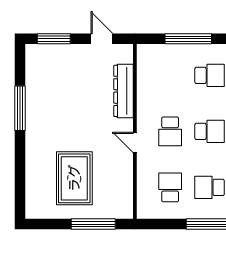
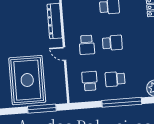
rug: (74, 178) -> (27, 80), width x1.37, depth x1.44

